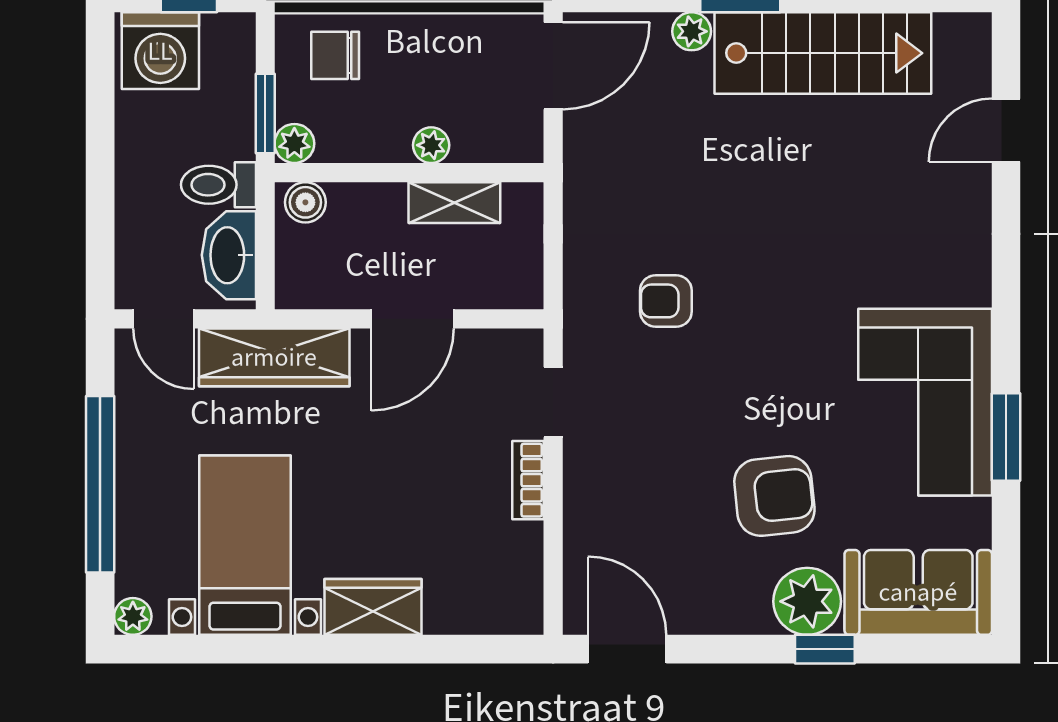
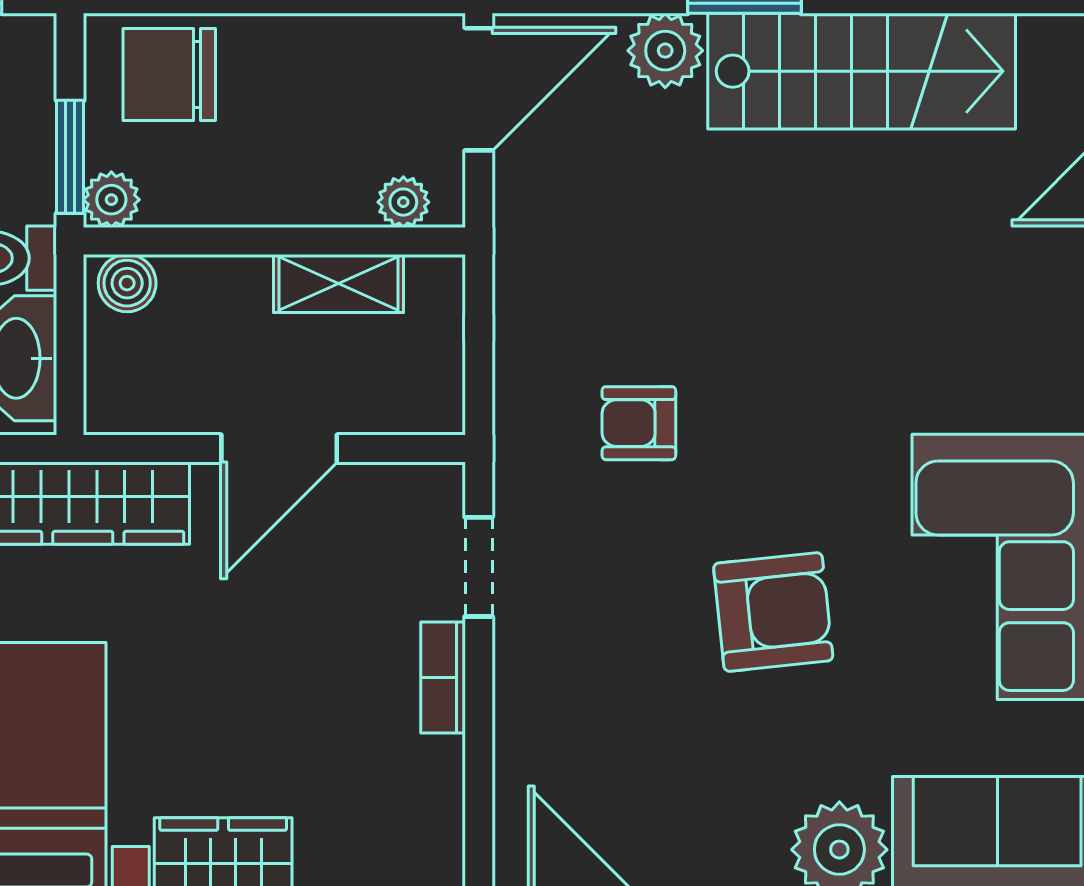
plant: (692, 31) -> (665, 51), width x1.38, depth x1.38
chair: (335, 55) -> (169, 75), width x1.37, depth x1.37
plant: (431, 145) -> (403, 202), moved
armchair: (774, 496) -> (773, 612), moved

